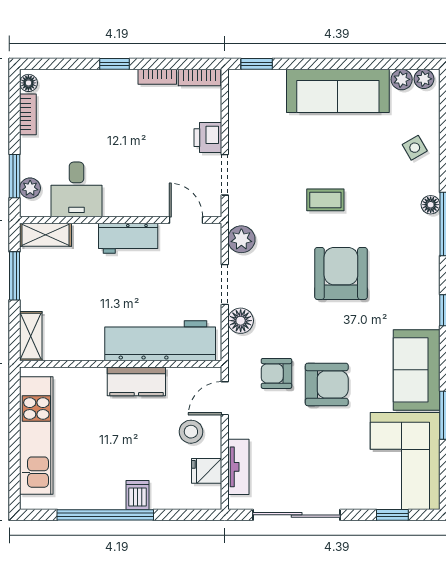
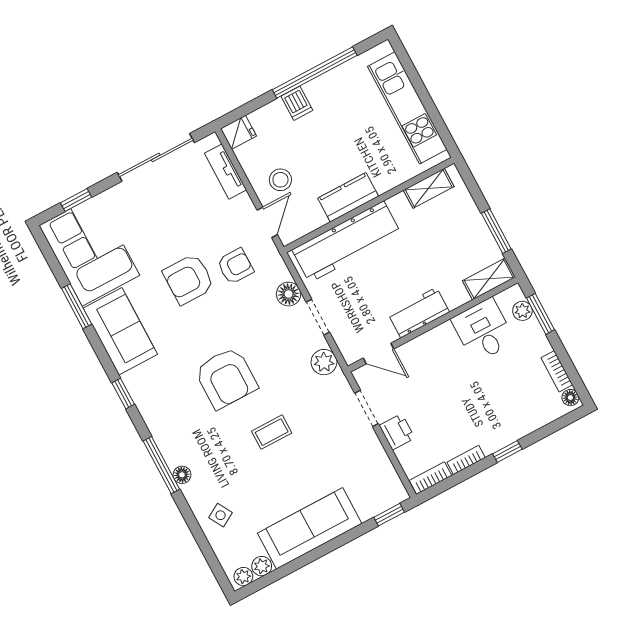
shelving: (31, 336) -> (429, 188), moved, turned 90
fridge: (207, 471) -> (238, 132), moved

